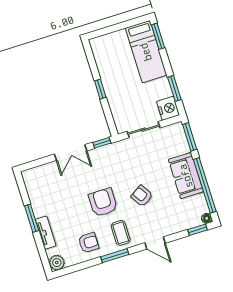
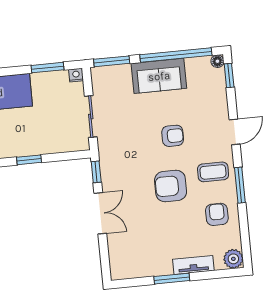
nightstand: (168, 108) -> (76, 75), width x0.53, depth x0.56
armchair: (142, 196) -> (173, 136), turned -147

